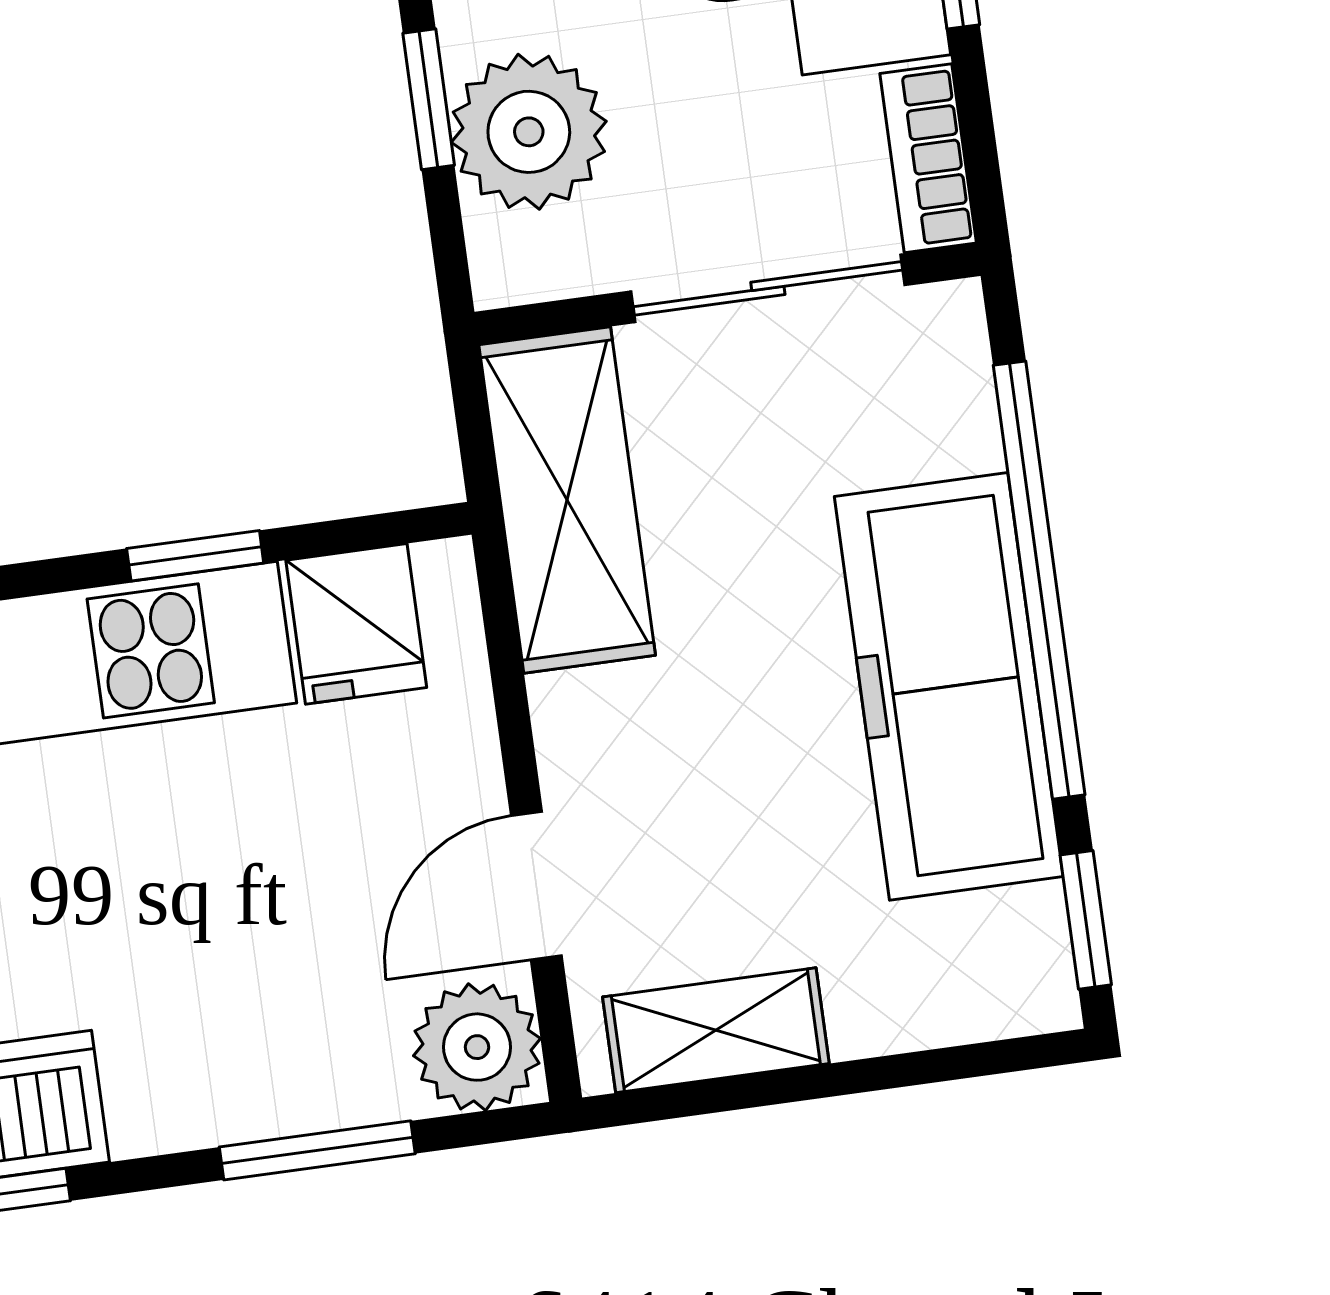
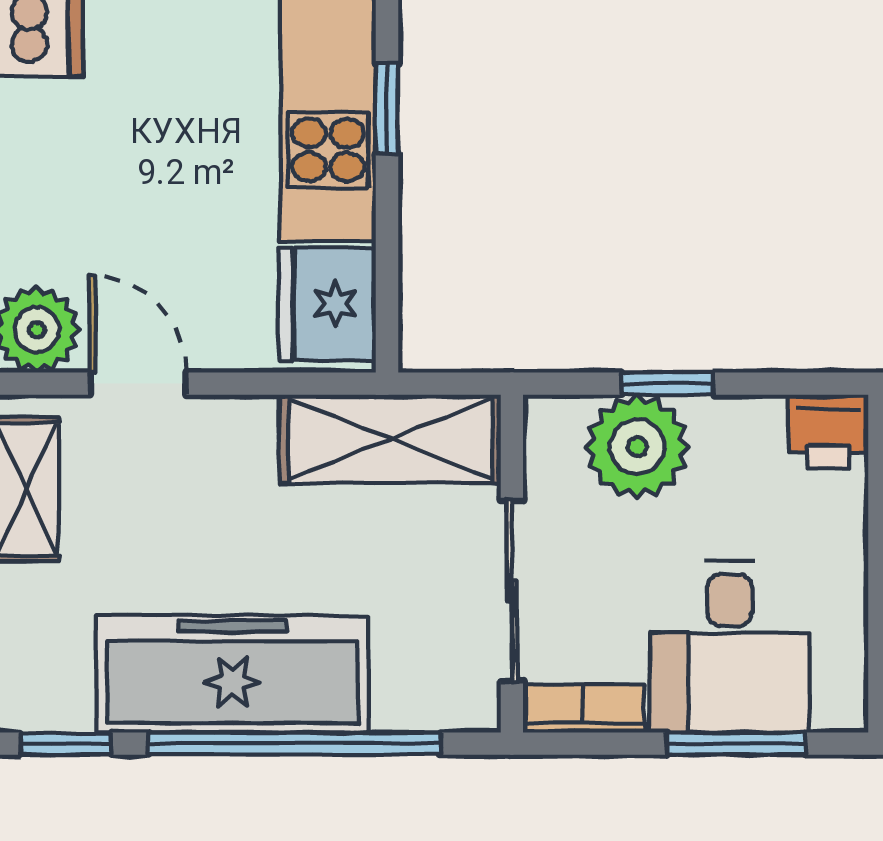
window: (195, 556) -> (387, 109), moved
fridge: (356, 624) -> (327, 304), width x1.38

